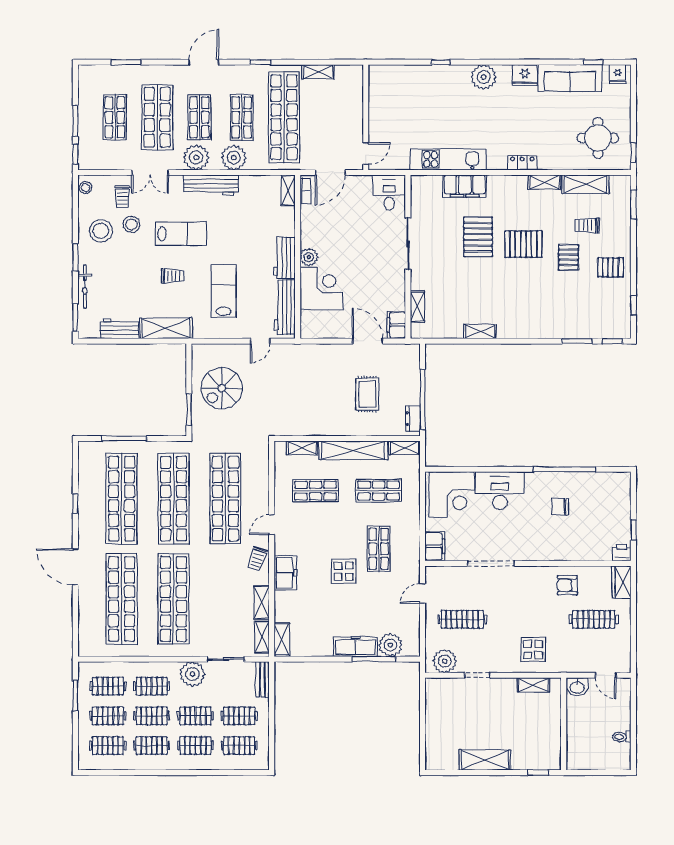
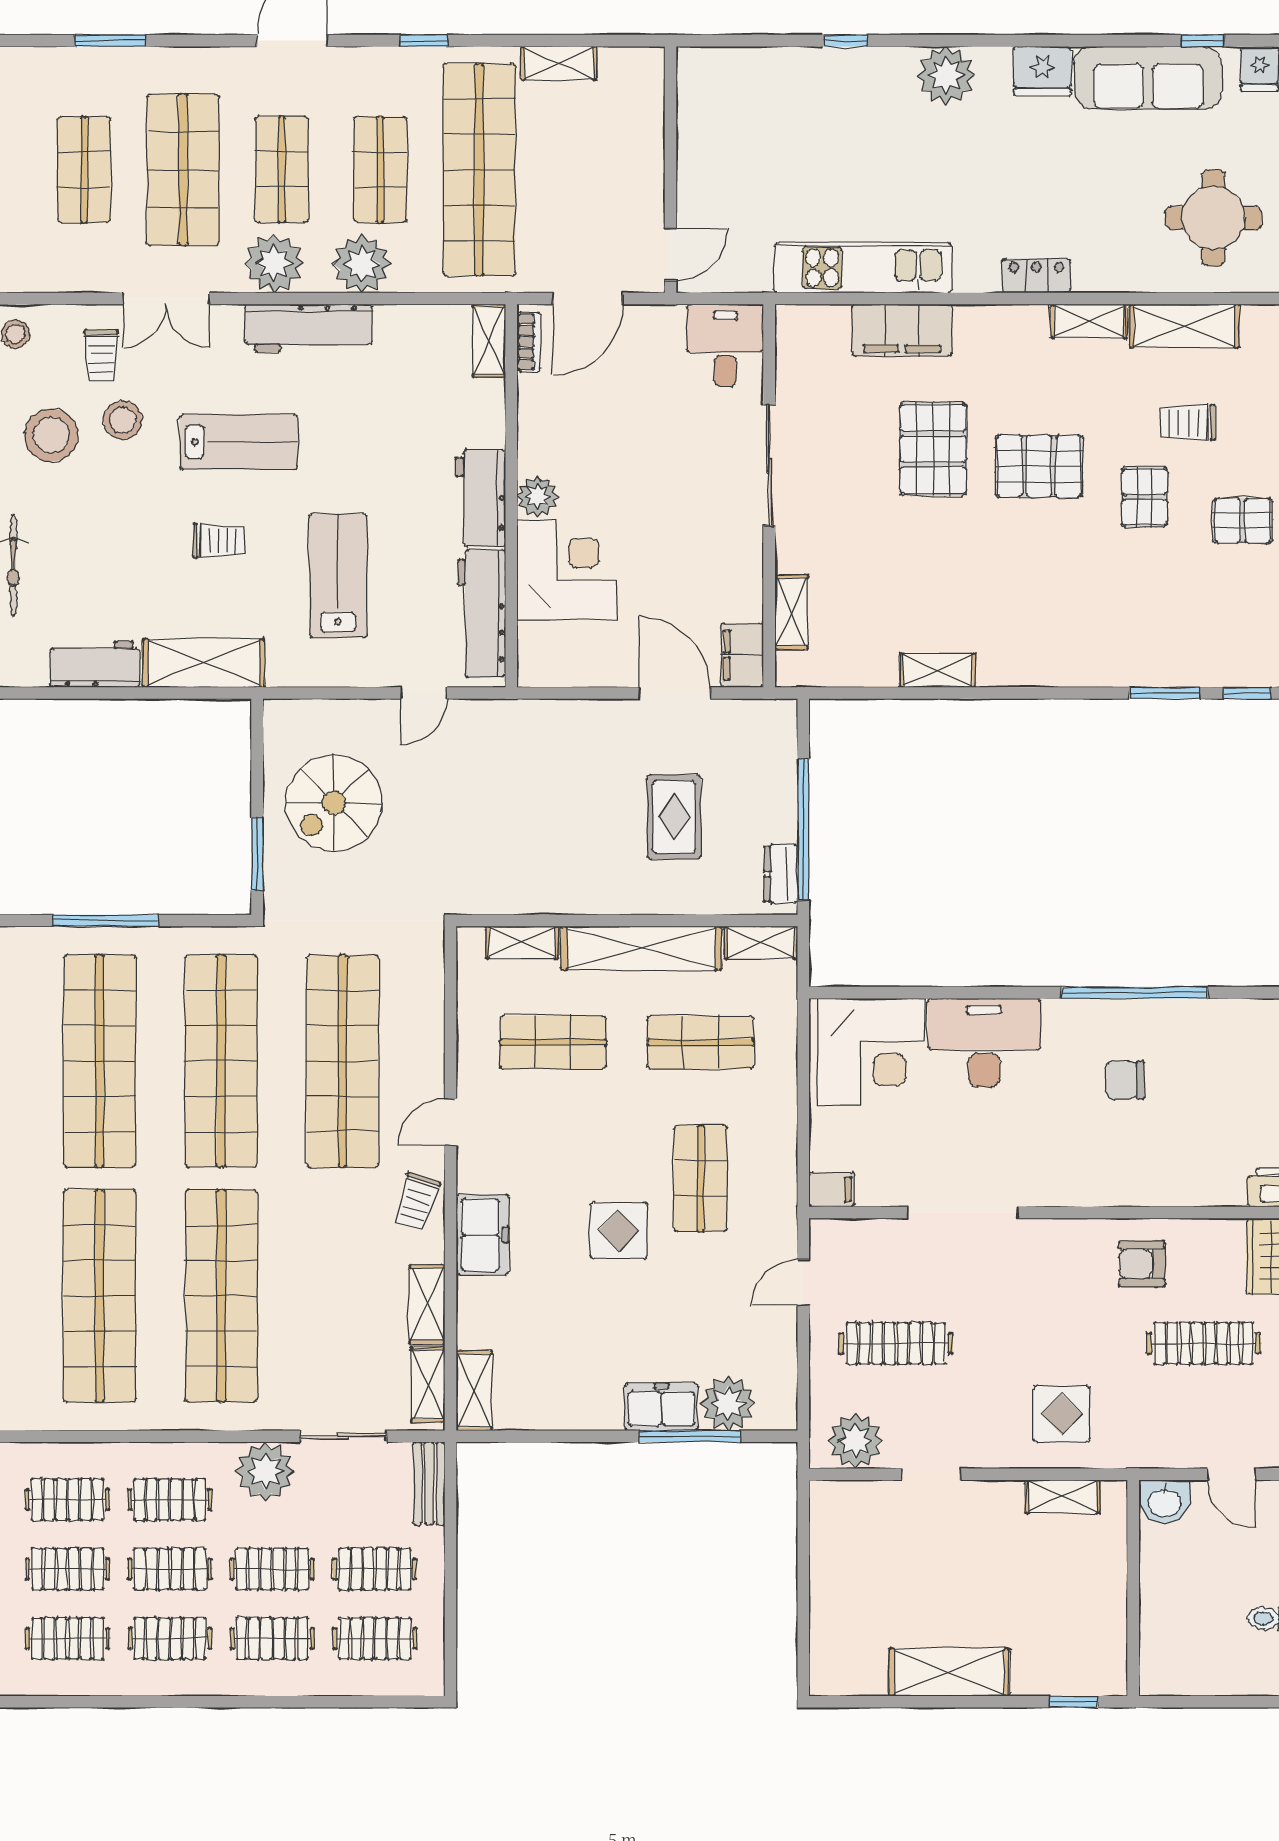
filing cabinet: (435, 546) -> (832, 1190), width x0.50
freezer: (356, 646) -> (661, 1407), width x0.71

